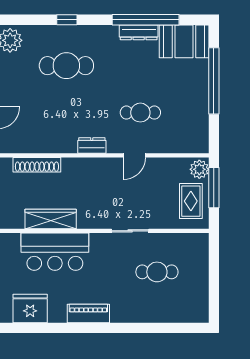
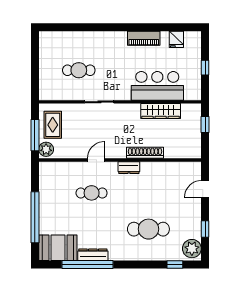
window: (67, 20) -> (175, 264), moved
shoe rack: (37, 165) -> (145, 153), moved
fridge: (30, 308) -> (176, 39), width x0.53, depth x0.75
piano: (88, 313) -> (144, 38), moved

